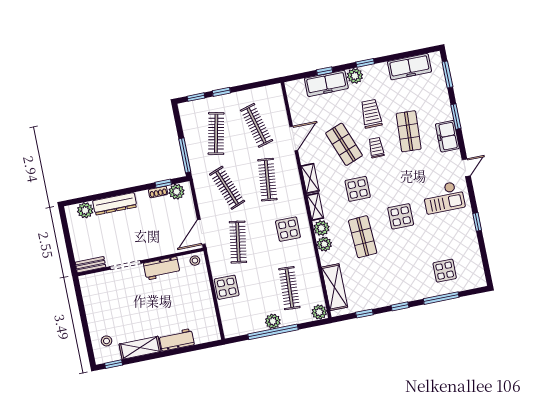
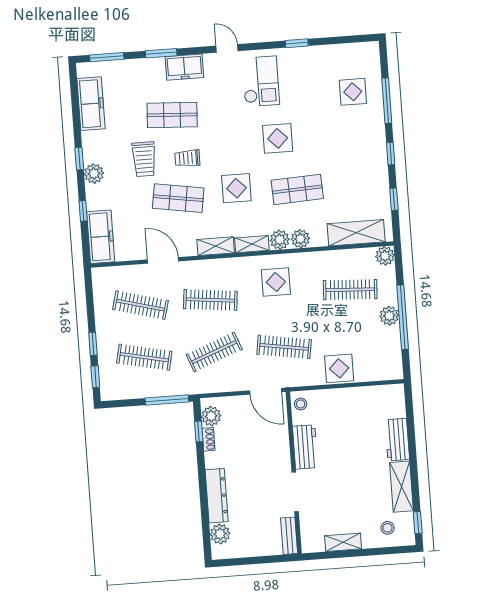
freezer: (326, 83) -> (101, 237), moved
trolley: (371, 114) -> (144, 159), turned -90
clothes rail: (257, 125) -> (140, 305), turned 30
shop shelf: (344, 144) -> (178, 198), turned 30
shelving: (91, 308) -> (343, 542), added

